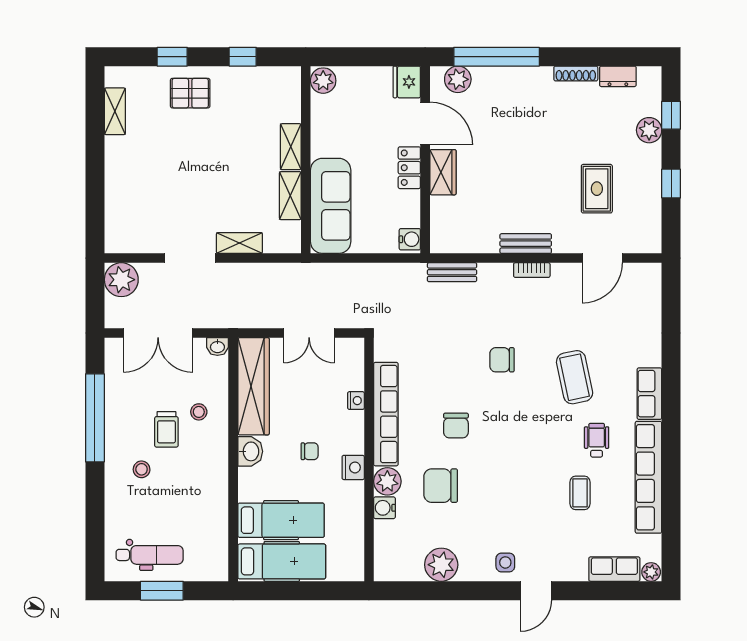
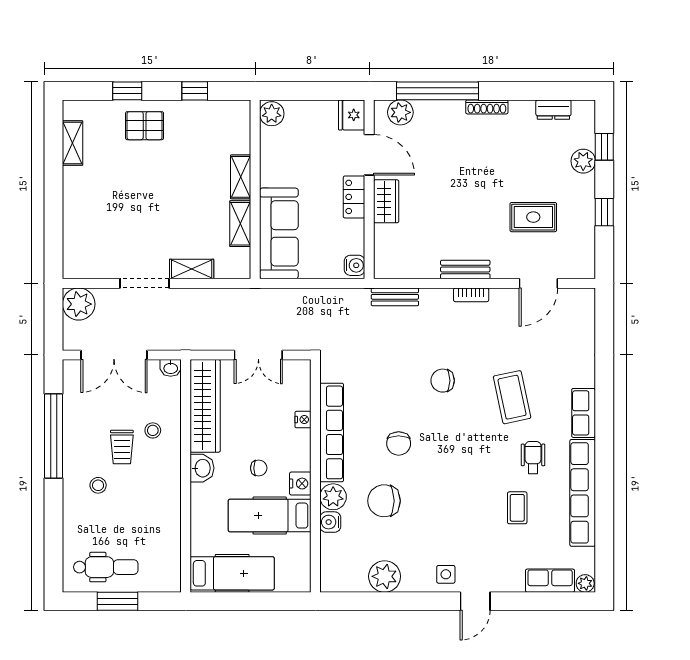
shoe rack: (576, 73) -> (487, 107), moved
rug: (597, 189) -> (533, 217), turned 90
hospital bed: (281, 520) -> (270, 516), moved, turned 180

